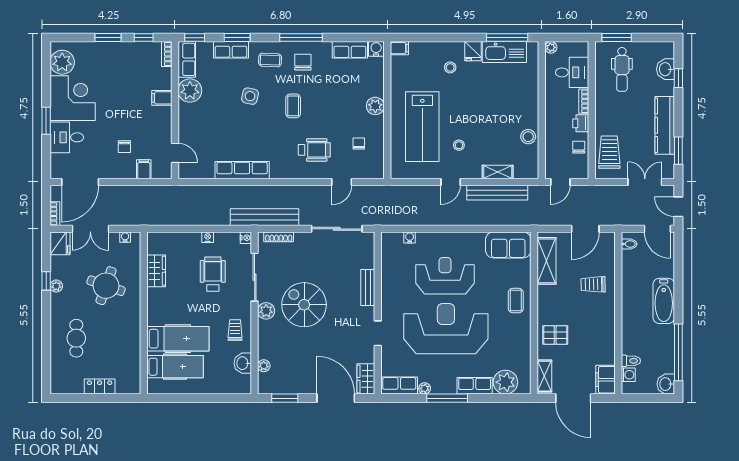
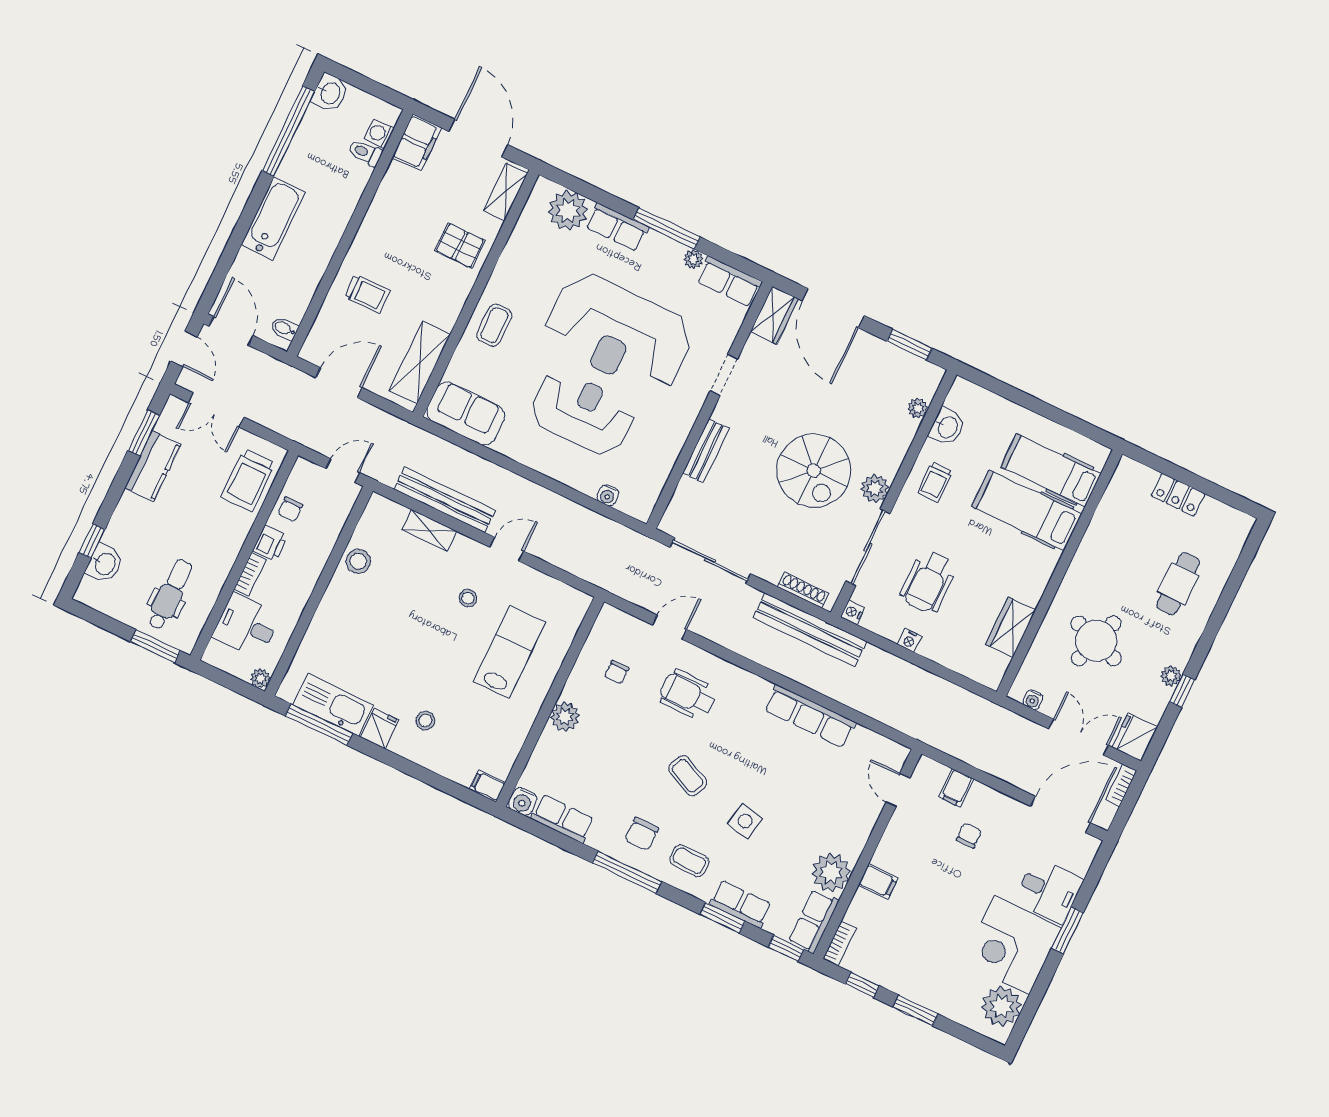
coffee table: (293, 106) -> (688, 776), turned -65
kitchen counter: (665, 125) -> (153, 466), width x0.67
lab bench: (422, 127) -> (509, 652), width x0.73, depth x0.72
reception desk: (445, 276) -> (582, 413), turned 180

